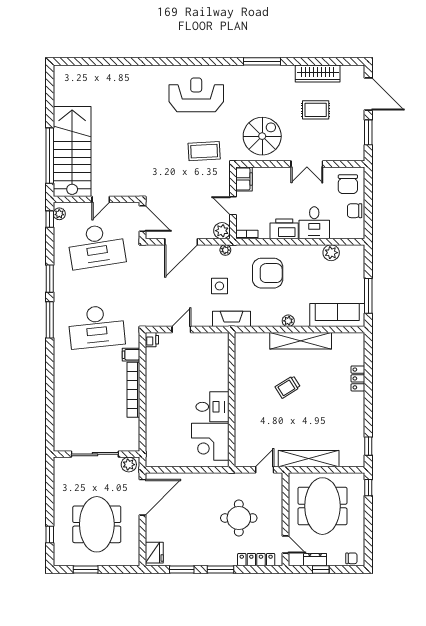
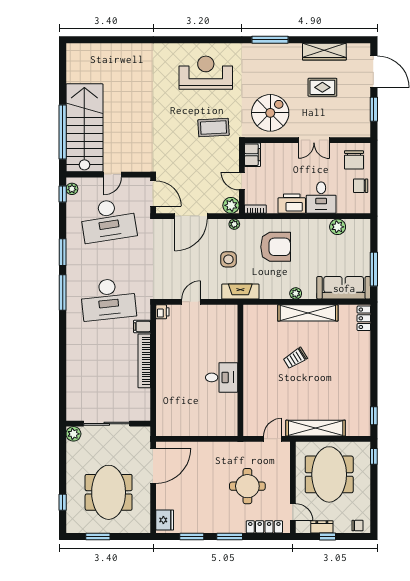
locker: (358, 378) -> (364, 318), moved
corner desk: (210, 442) -> (219, 412), removed
plant: (129, 465) -> (73, 434), moved

